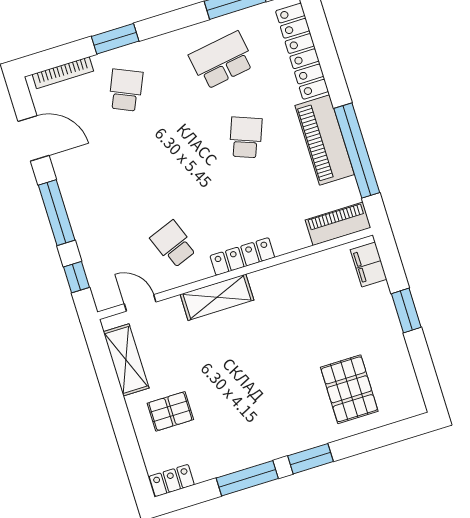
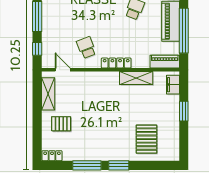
shelving: (217, 297) -> (136, 78), moved

